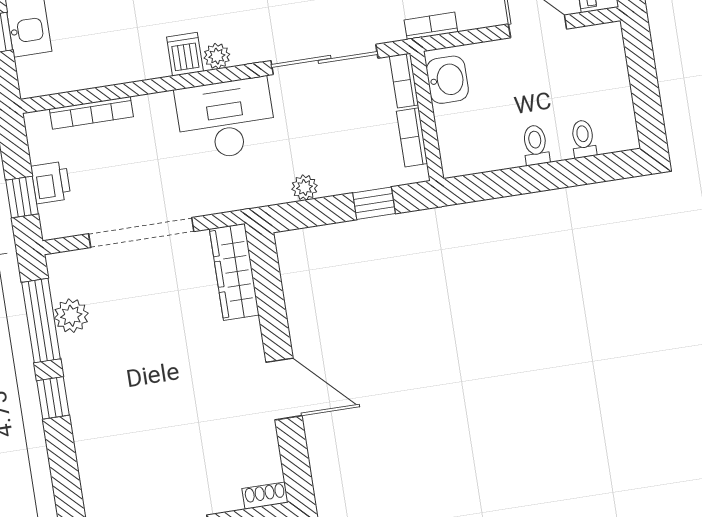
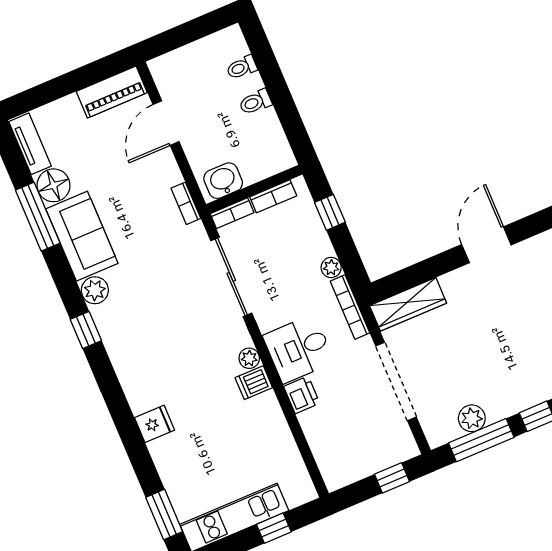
bookcase: (91, 113) -> (350, 307), moved, turned 180
desk: (226, 119) -> (299, 349), width x0.73
printer: (51, 182) -> (302, 395), moved, turned 90

